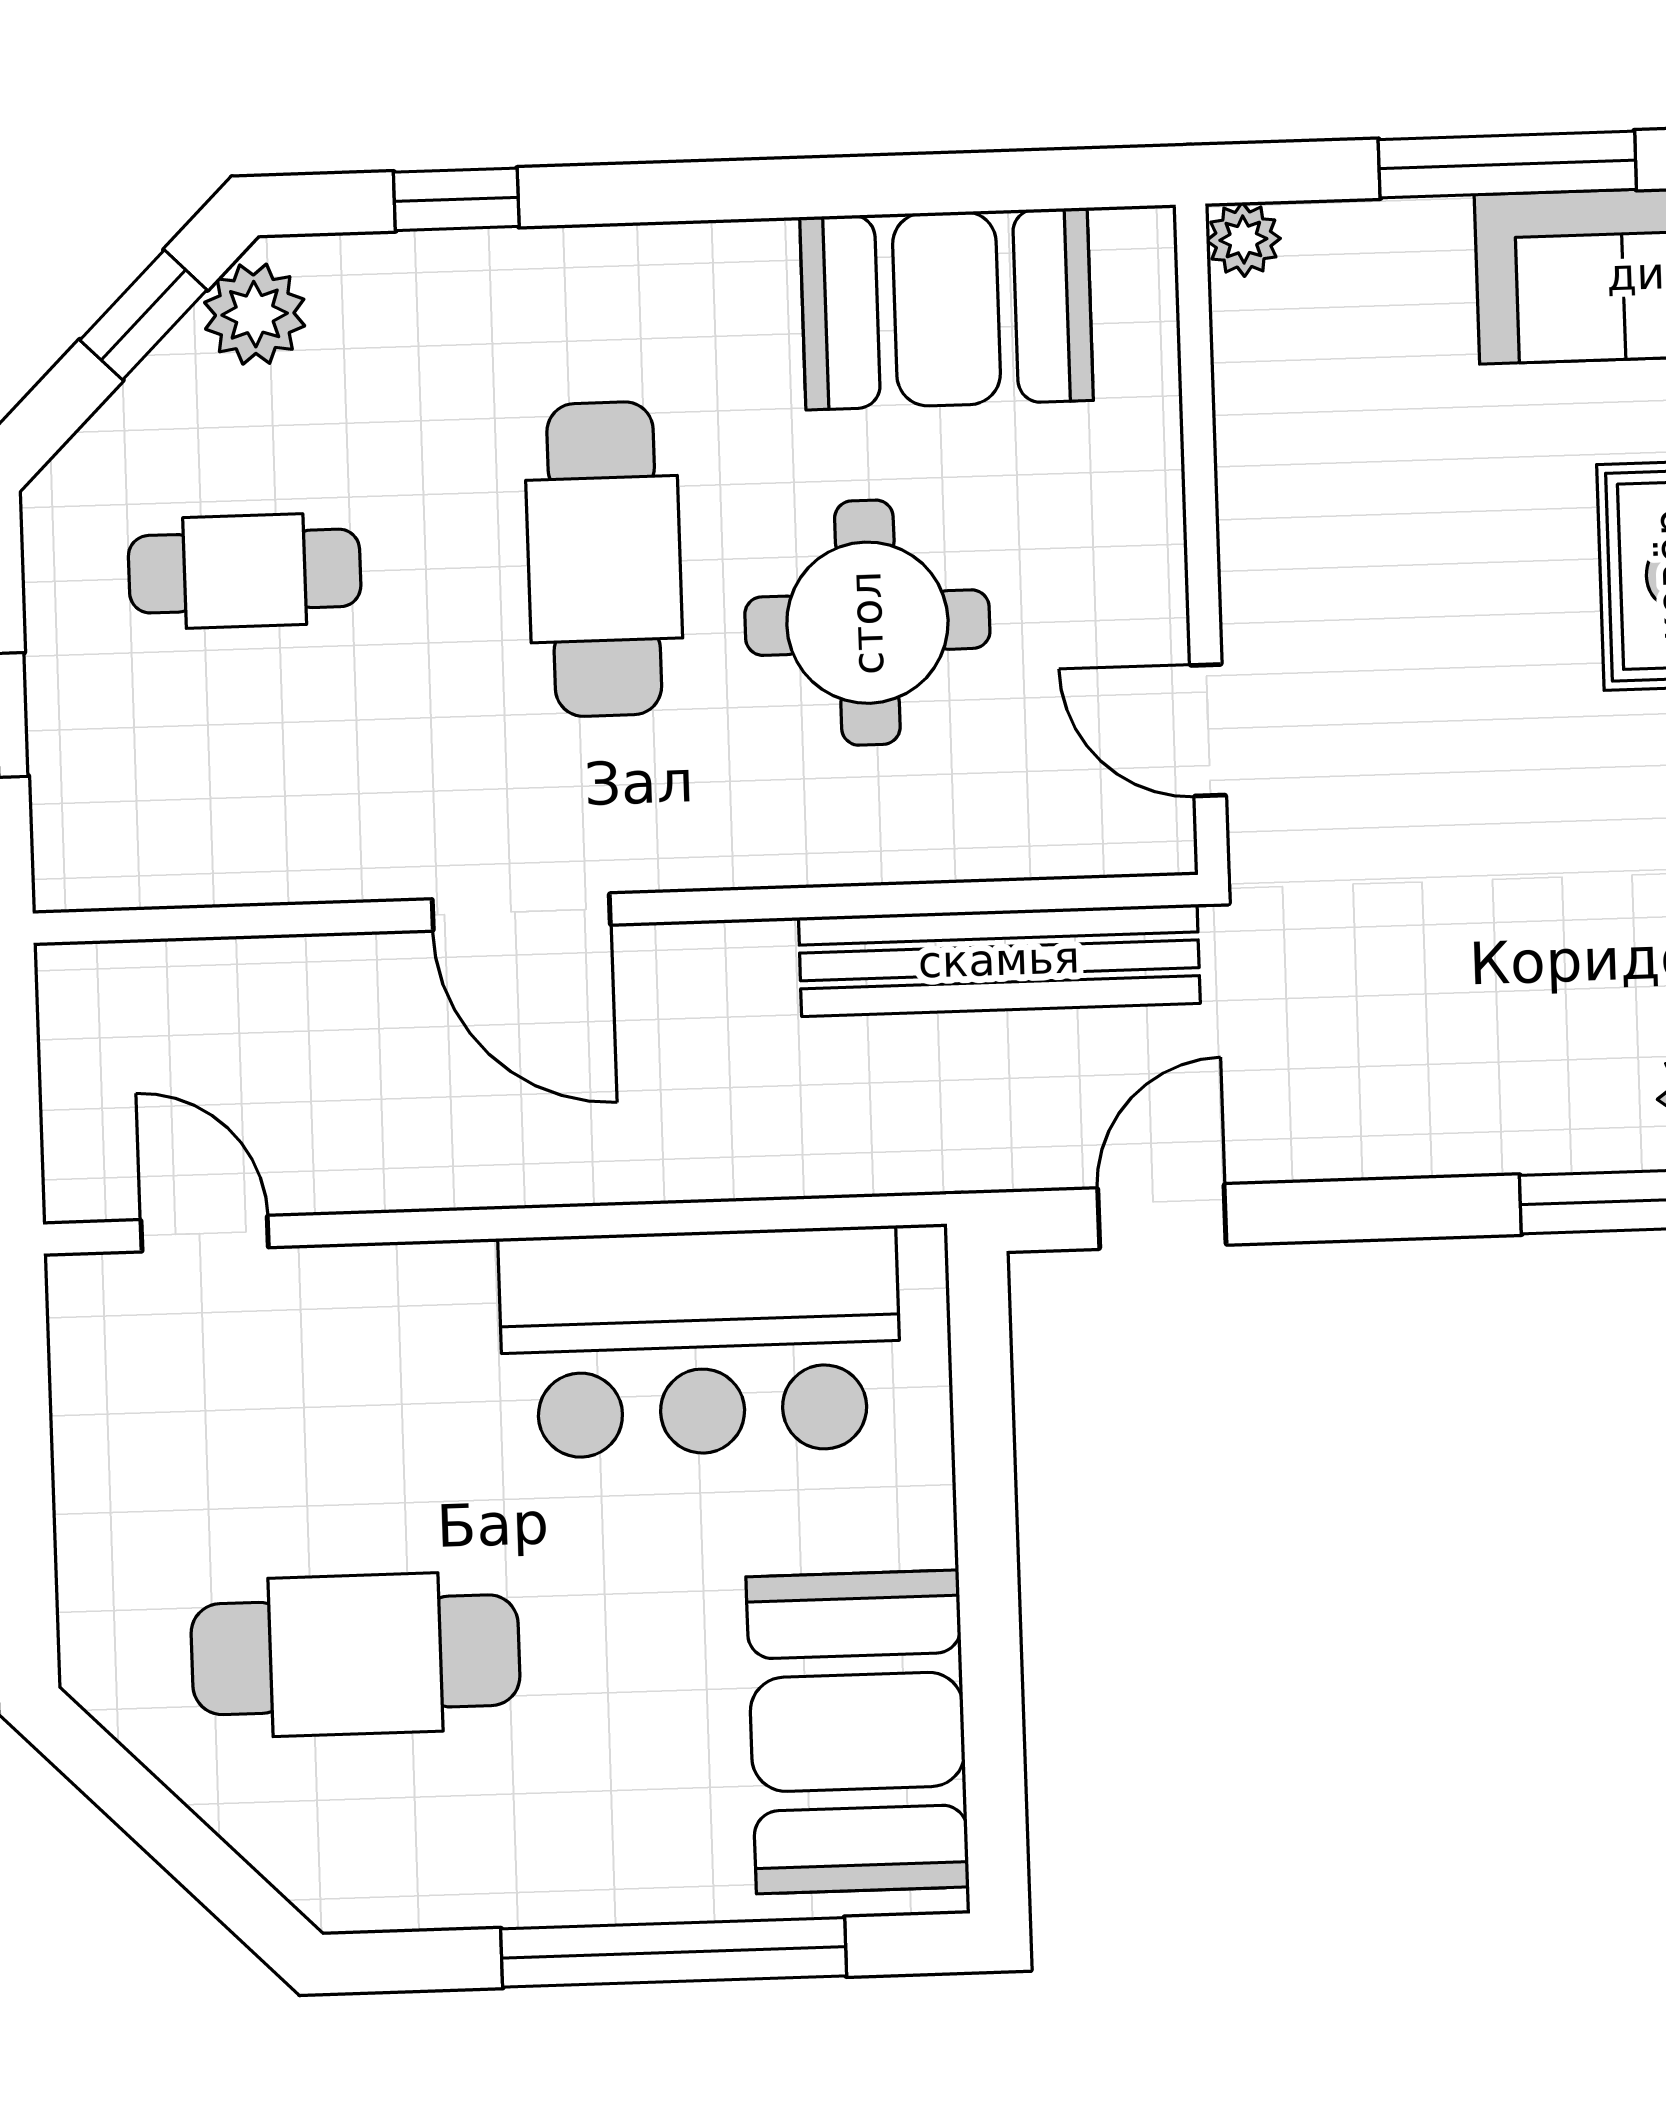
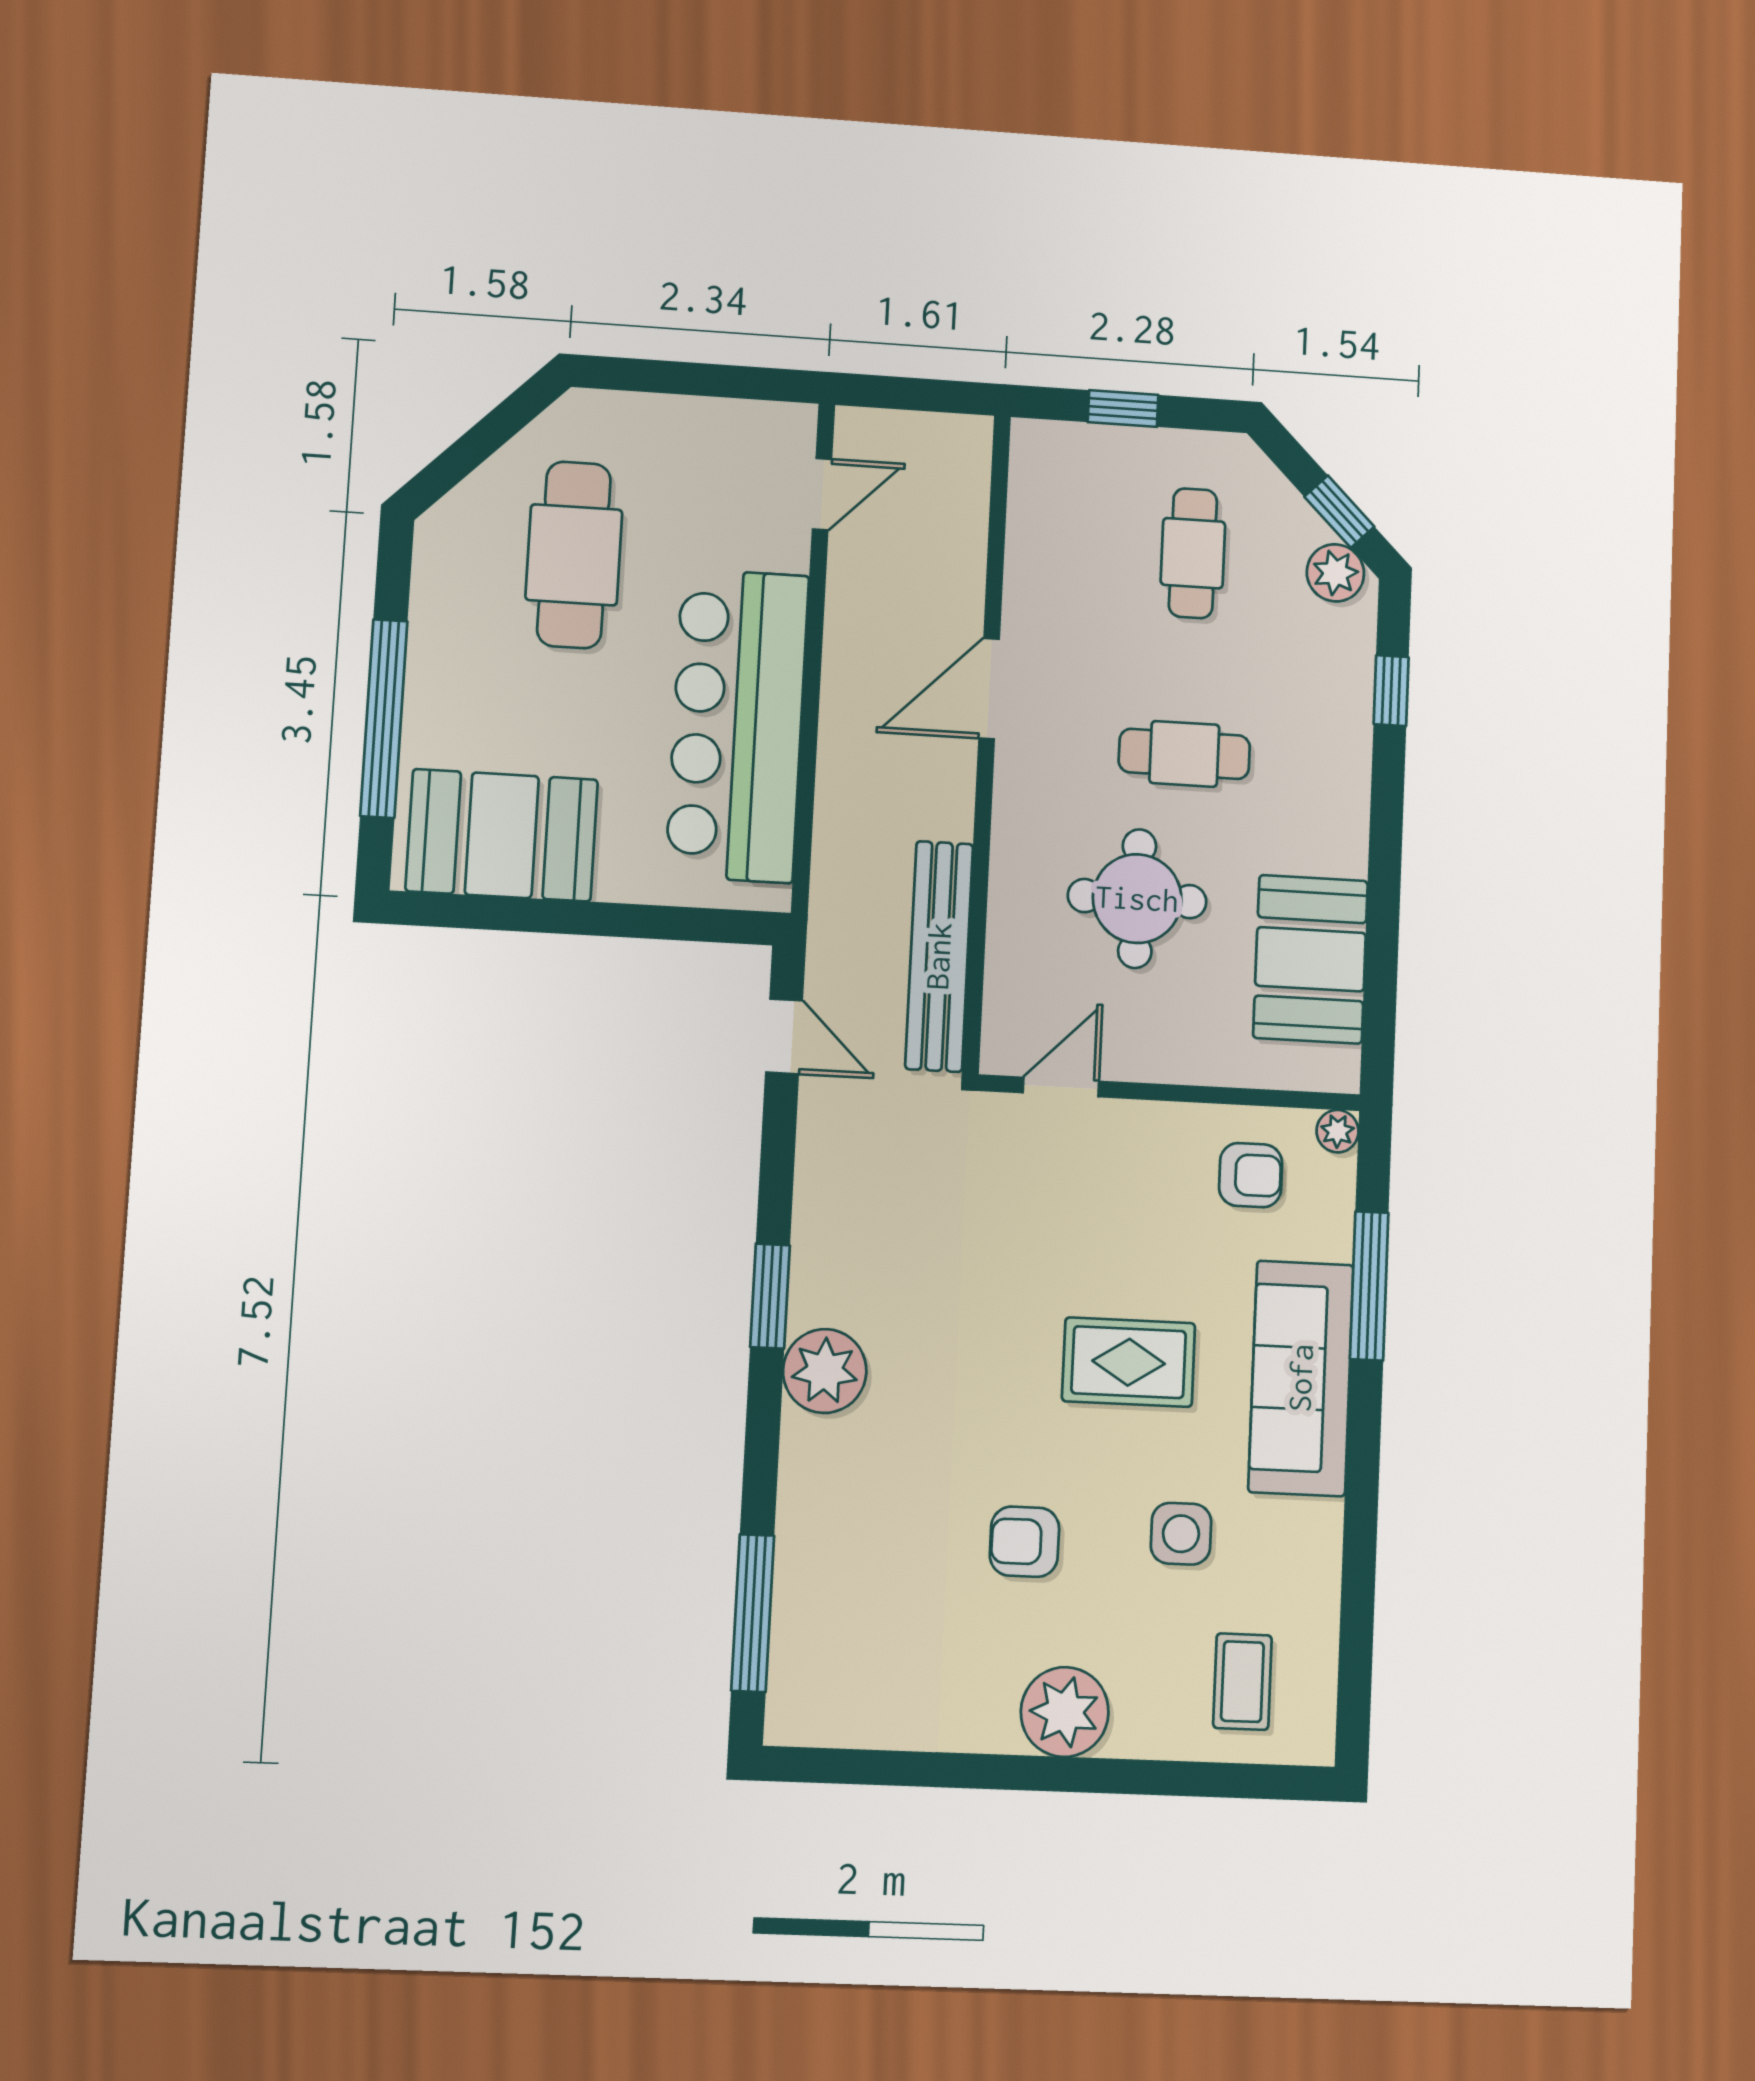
armchair: (1333, 387) -> (1251, 1175), added
cafe table: (604, 559) -> (1184, 754), width x0.73, depth x0.74
bar counter: (700, 1342) -> (737, 725), width x1.36

